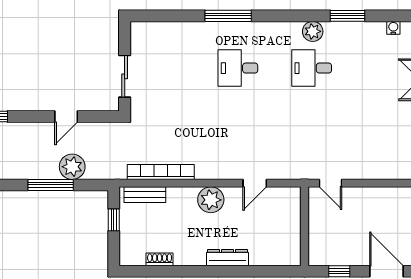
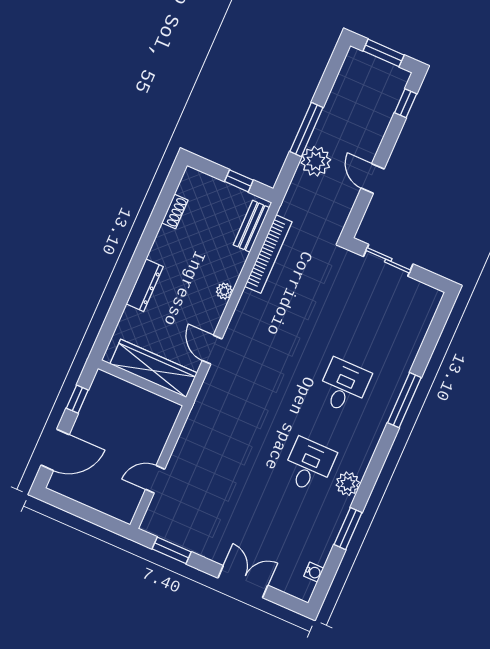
door: (331, 183) -> (155, 479), moved
plant: (211, 200) -> (224, 291), width x0.53, depth x0.53
wardrobe: (289, 222) -> (153, 368), added

